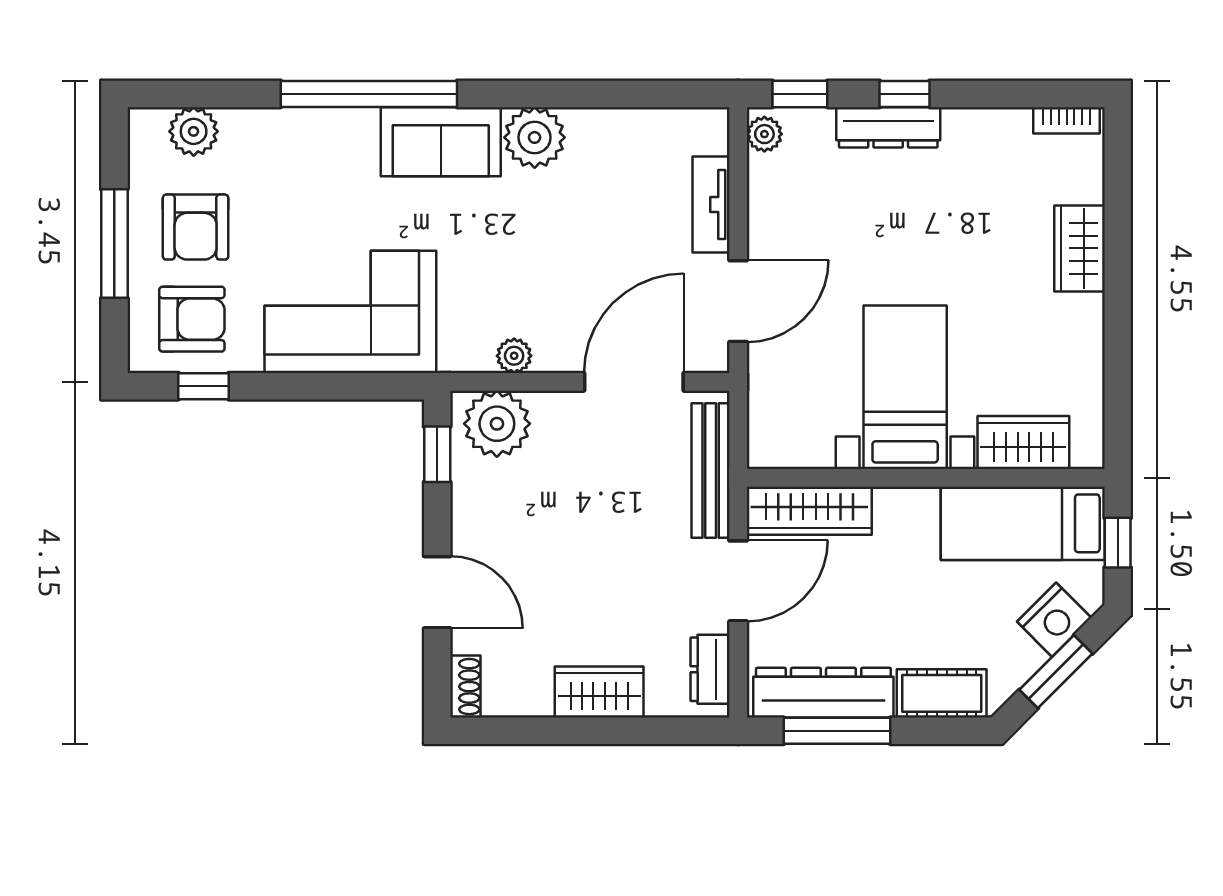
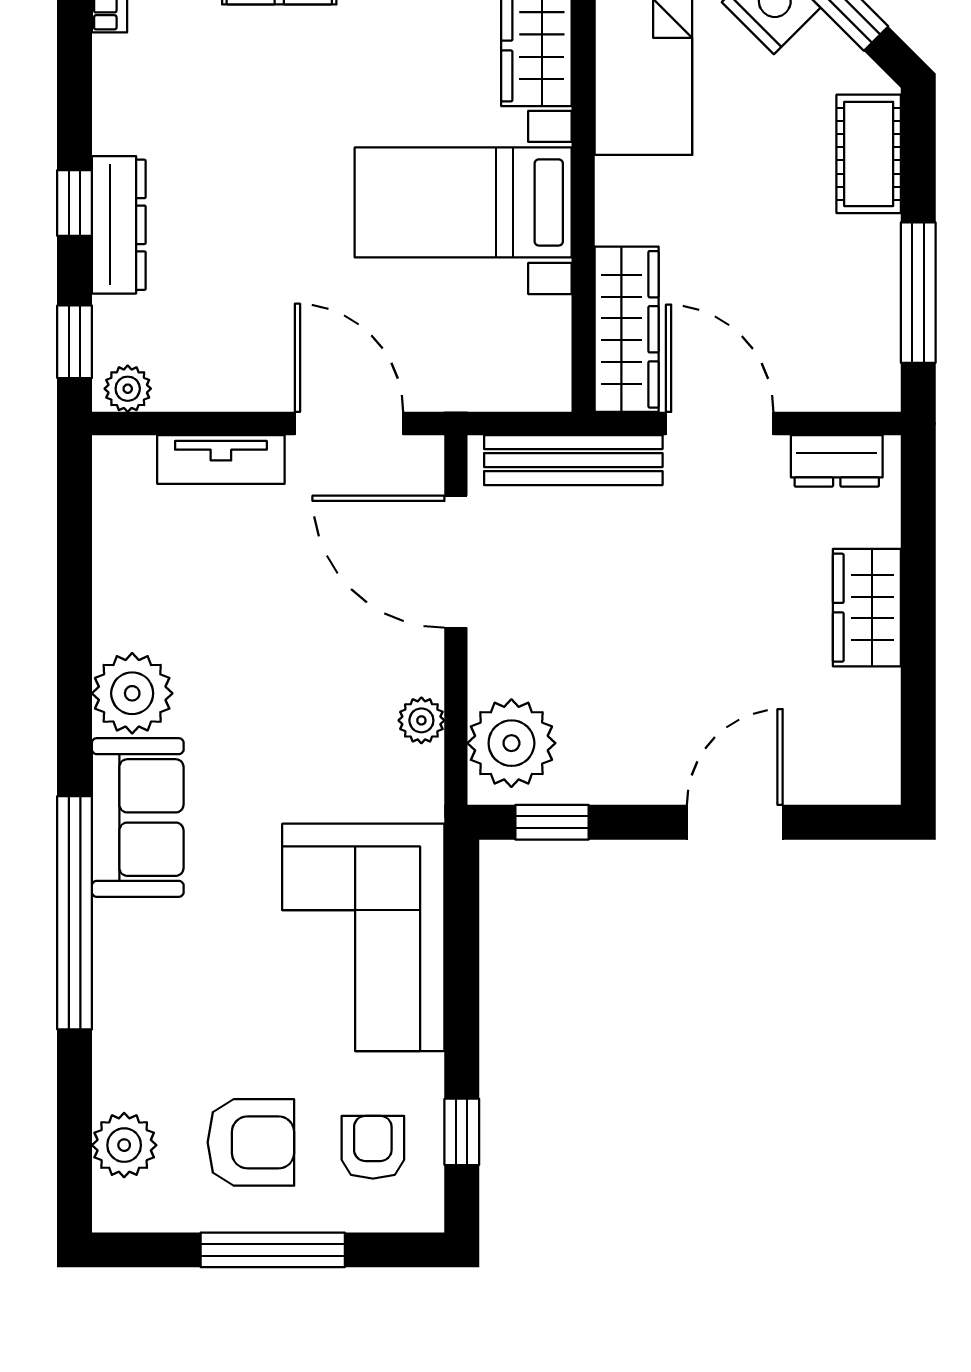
armchair: (192, 319) -> (373, 1147), width x0.72, depth x0.72
shoe rack: (465, 687) -> (860, 785), removed
dresser: (823, 693) -> (868, 311), removed

